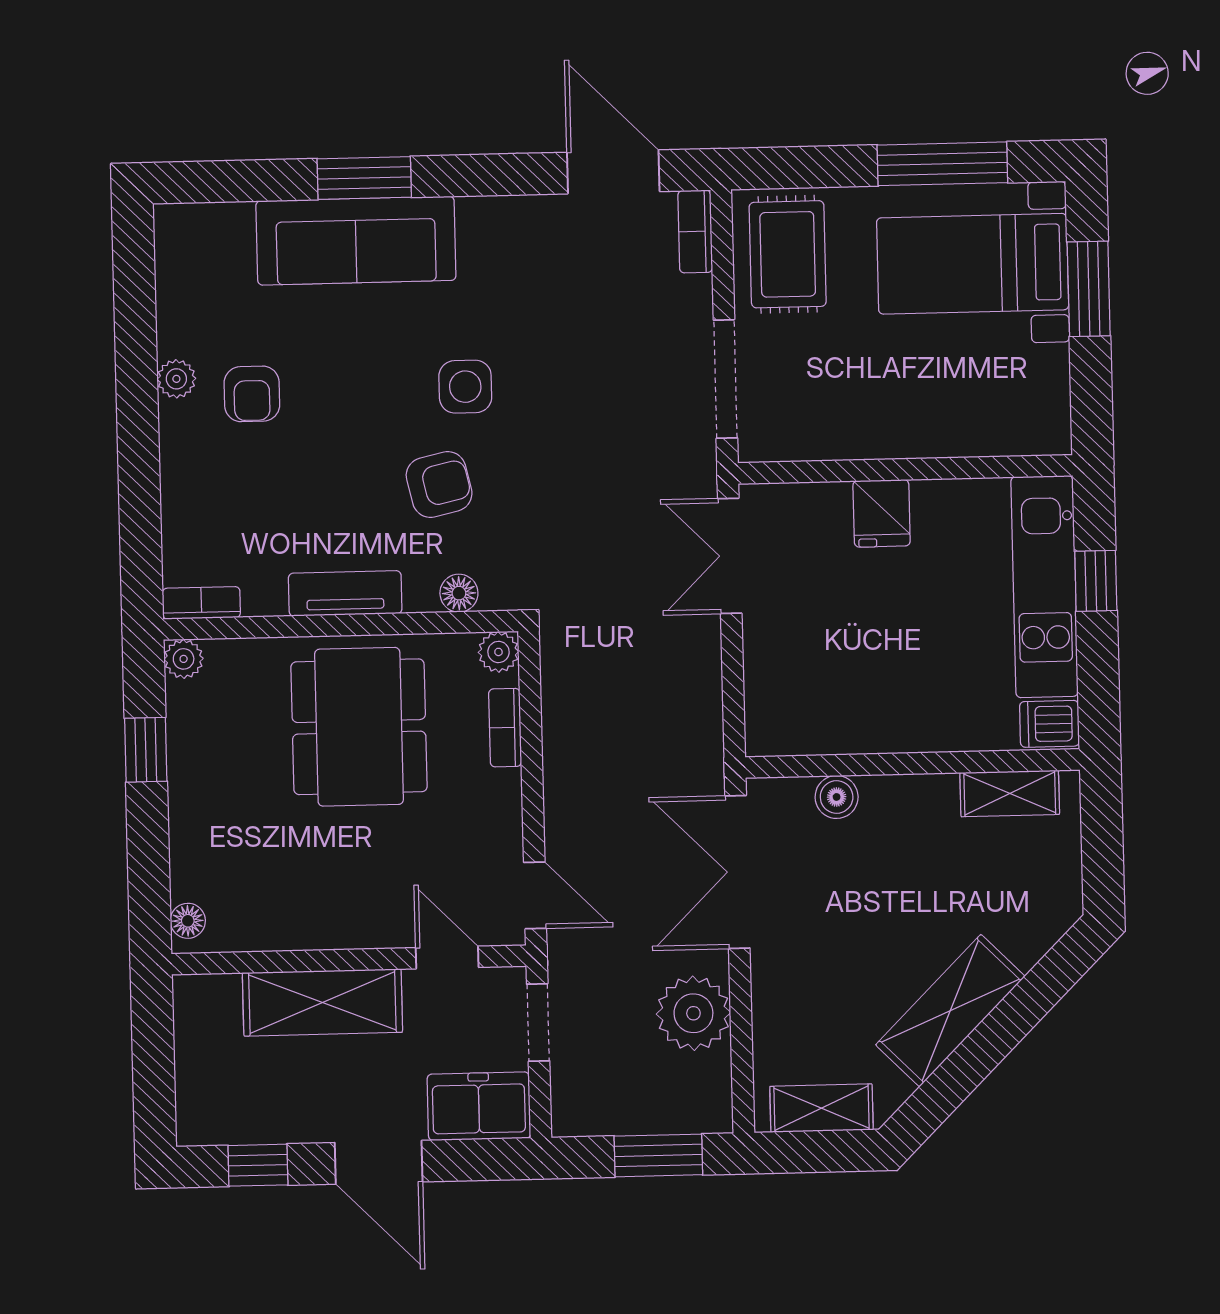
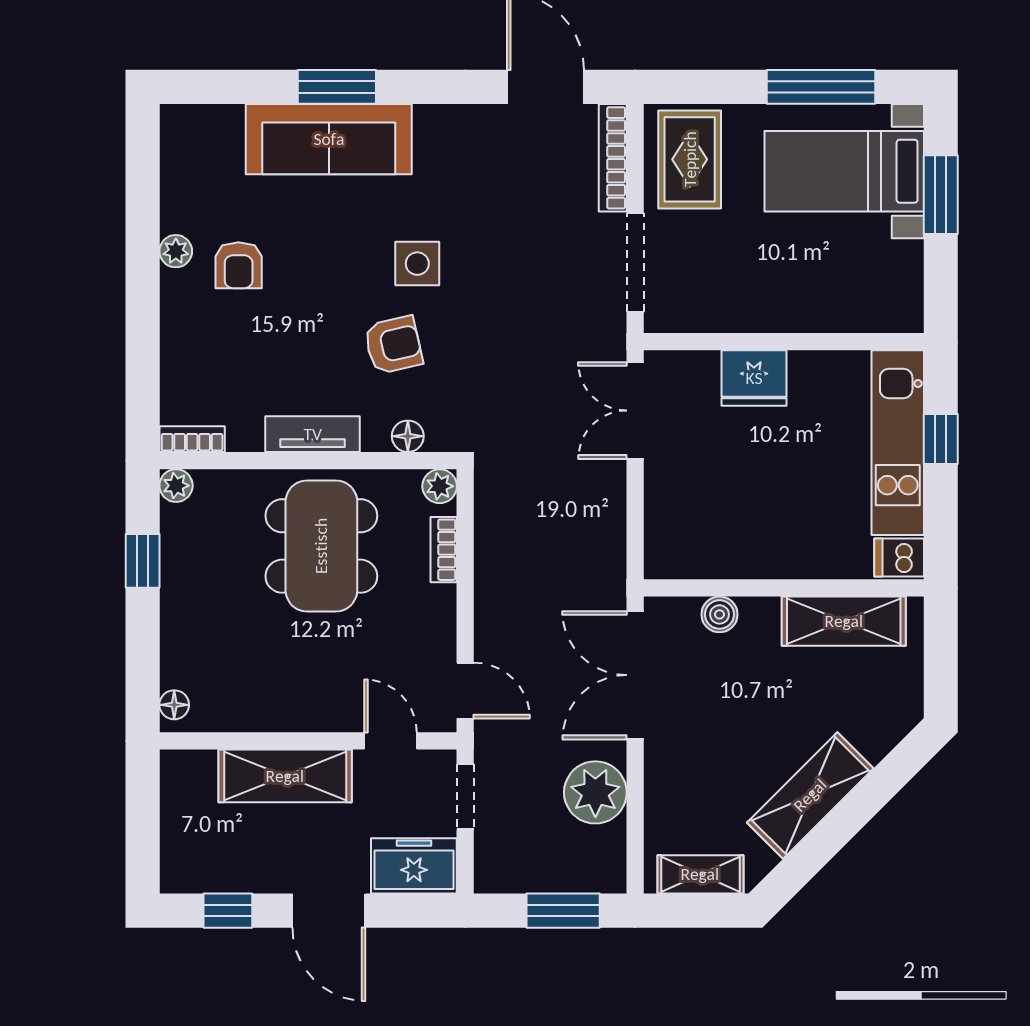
bookcase: (695, 231) -> (613, 158), width x1.56
fridge: (882, 513) -> (754, 378), width x1.38
shelving: (1010, 793) -> (844, 621), width x1.50, depth x1.33

